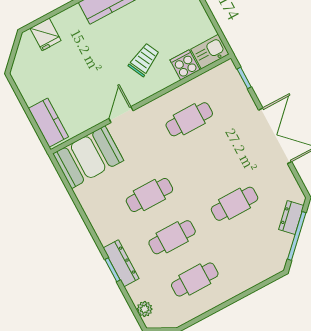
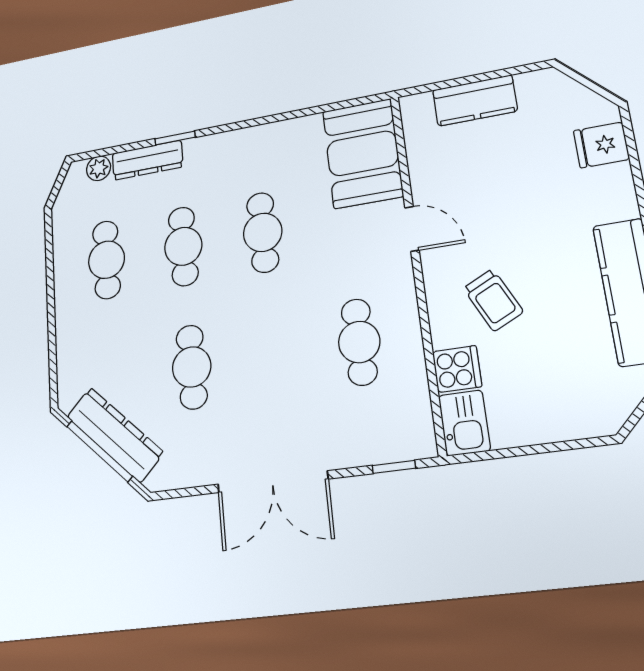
kitchen counter: (48, 123) -> (475, 101), moved
dresser: (291, 218) -> (115, 434), width x1.96, depth x1.24
dresser: (121, 263) -> (147, 160), moved

